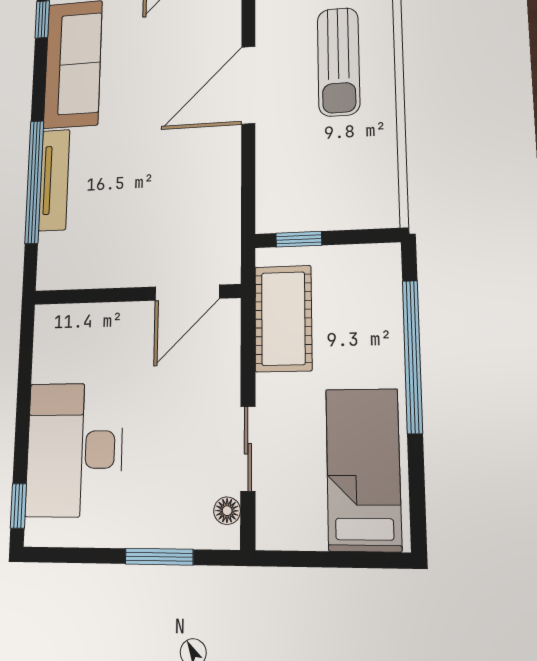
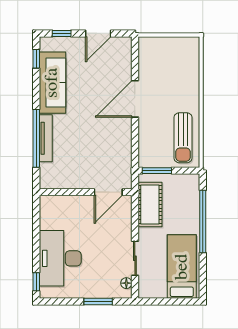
sun lounger: (339, 62) -> (183, 138), moved
window: (299, 239) -> (157, 171), width x1.50

